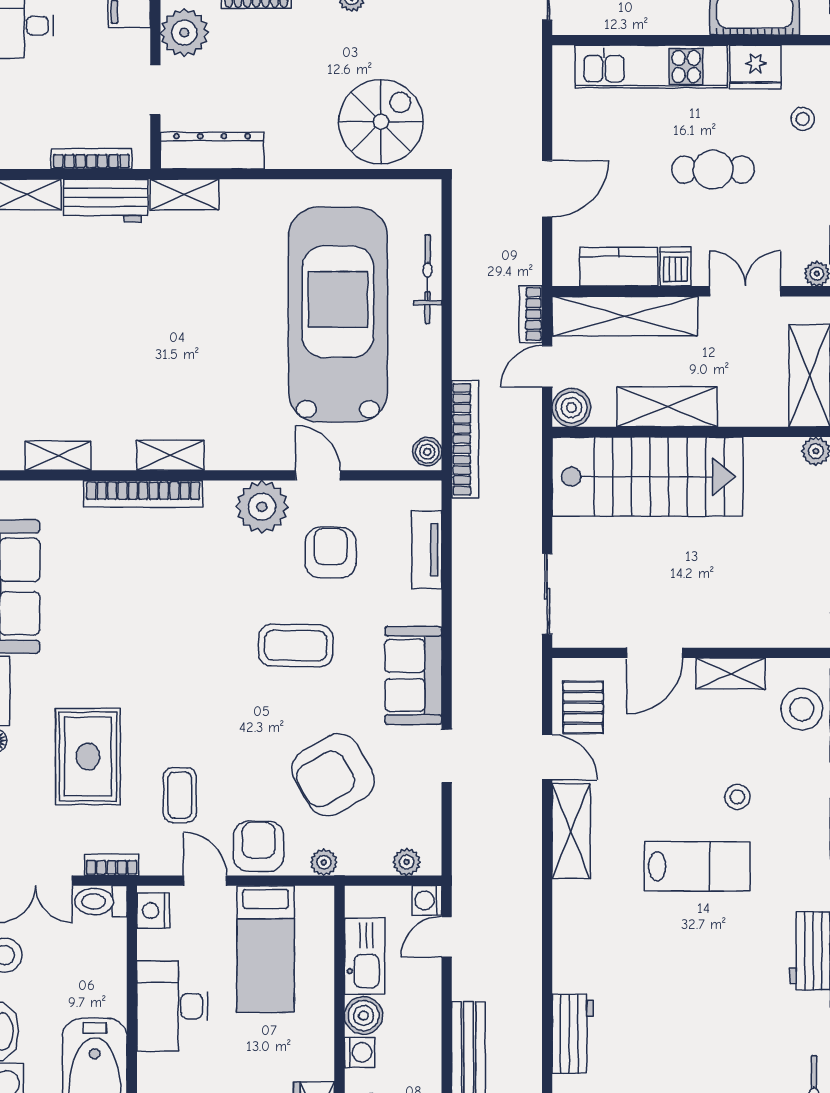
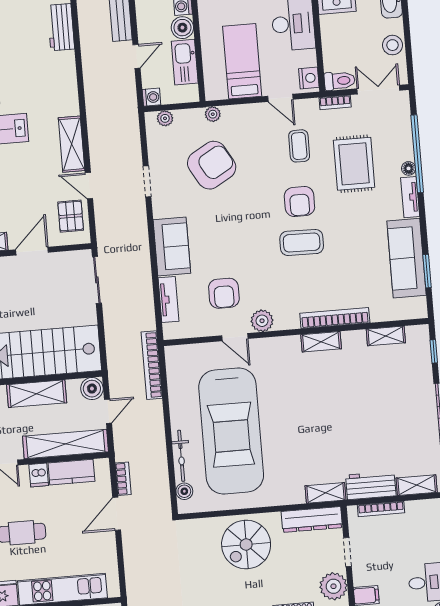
spiral stairs: (381, 122) -> (246, 544), moved
bookcase: (531, 314) -> (123, 479), moved
boiler: (427, 452) -> (184, 491), moved
plant: (262, 507) -> (262, 321), width x0.73, depth x0.73
coffee table: (296, 646) -> (302, 242), moved
sofa: (413, 675) -> (172, 247), moved
armchair: (259, 846) -> (299, 201), moved
door: (447, 937) -> (137, 56), moved

